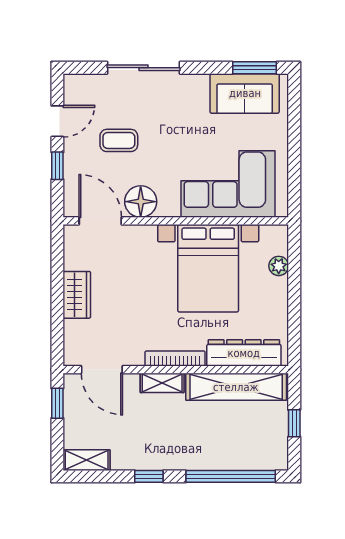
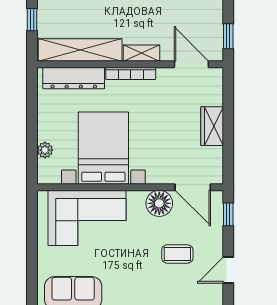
window: (57, 166) -> (228, 214), moved

